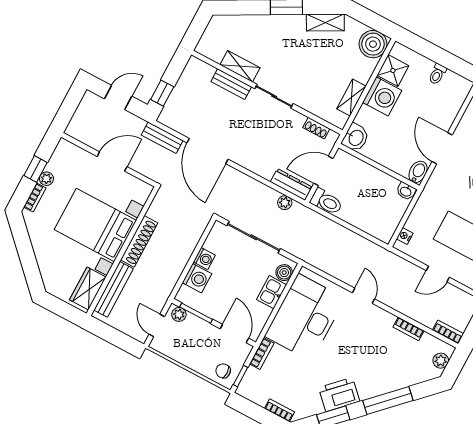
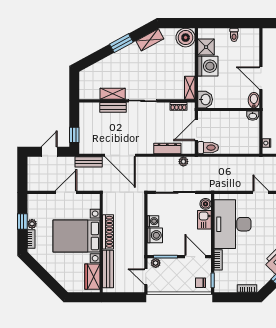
shelving: (351, 98) -> (190, 88), moved
dresser: (291, 185) -> (167, 149), moved

